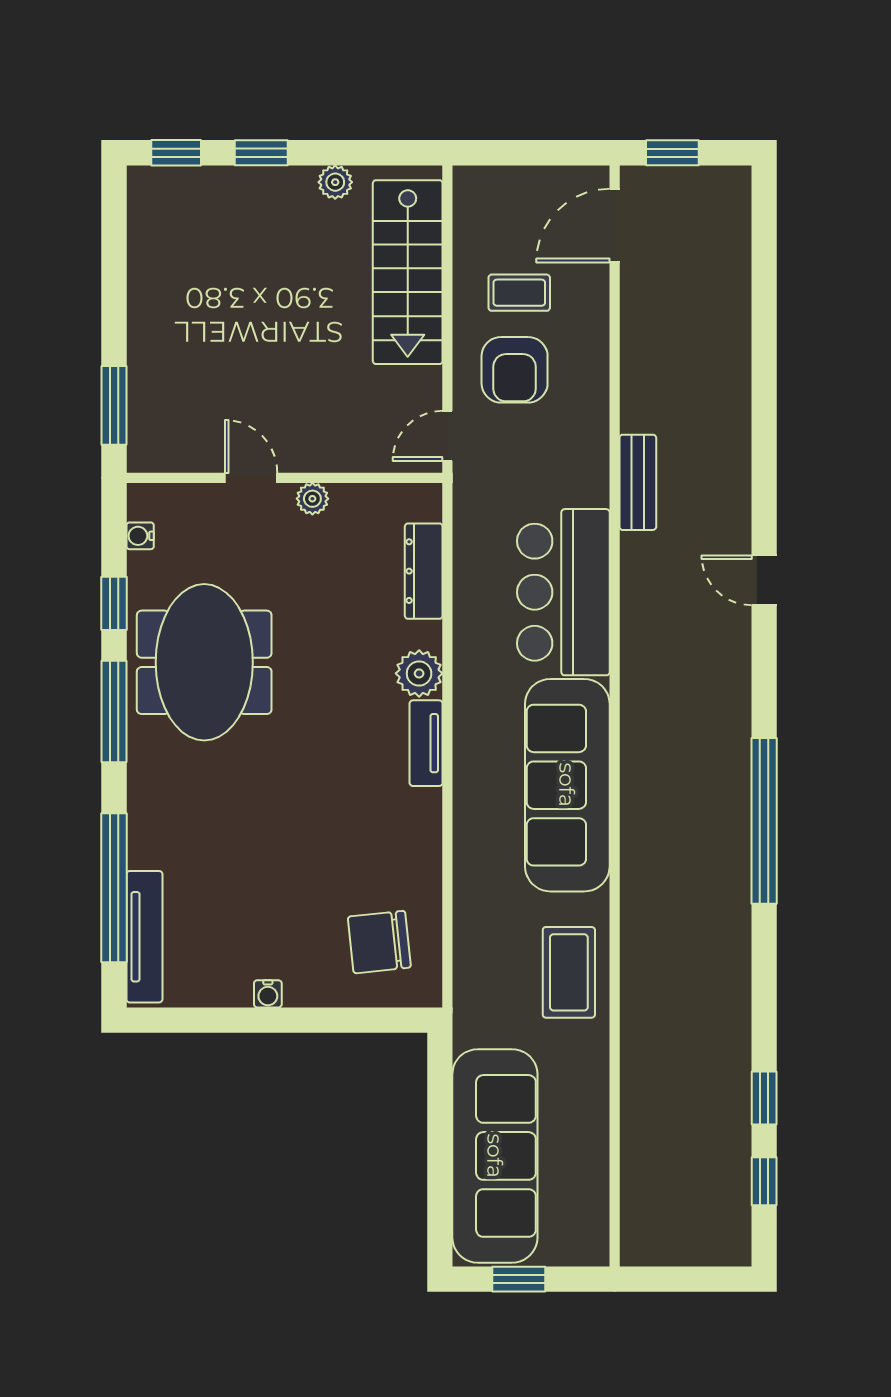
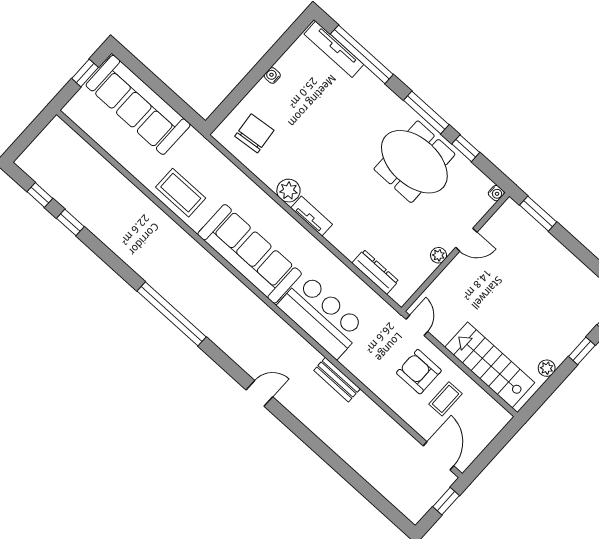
water cooler: (140, 536) -> (496, 193), moved, turned 90
plant: (419, 673) -> (288, 191), moved

